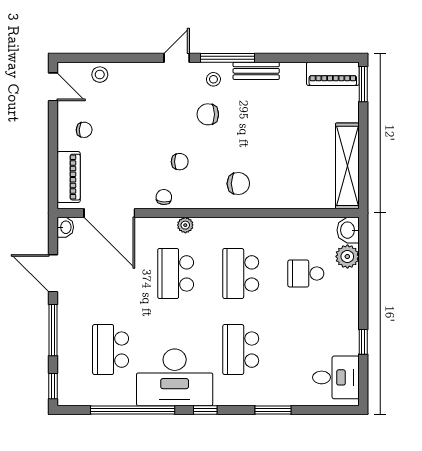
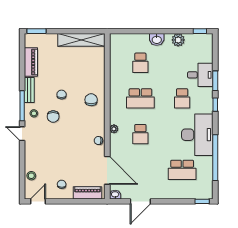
piano: (333, 74) -> (31, 62), moved
chair: (180, 162) -> (62, 95), moved
door: (109, 213) -> (107, 170), hinge flipped
washbasin: (348, 230) -> (157, 39), moved
plant: (347, 256) -> (178, 40), moved
school desk: (176, 273) -> (140, 134), width x0.54
window: (53, 330) -> (171, 201), removed
window: (363, 342) -> (200, 31), moved
school desk: (241, 350) -> (182, 98), width x0.54
desk: (336, 377) -> (200, 75), moved, turned 90
window: (205, 410) -> (215, 105), moved

